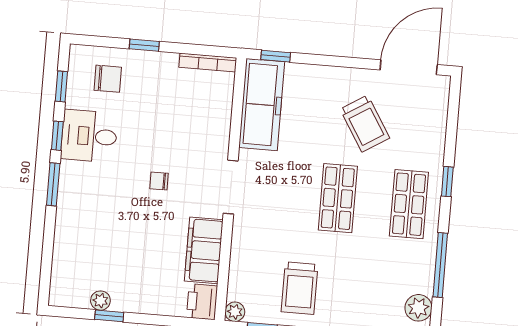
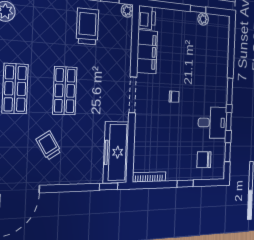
trolley: (365, 124) -> (49, 145), width x0.73, depth x0.72

